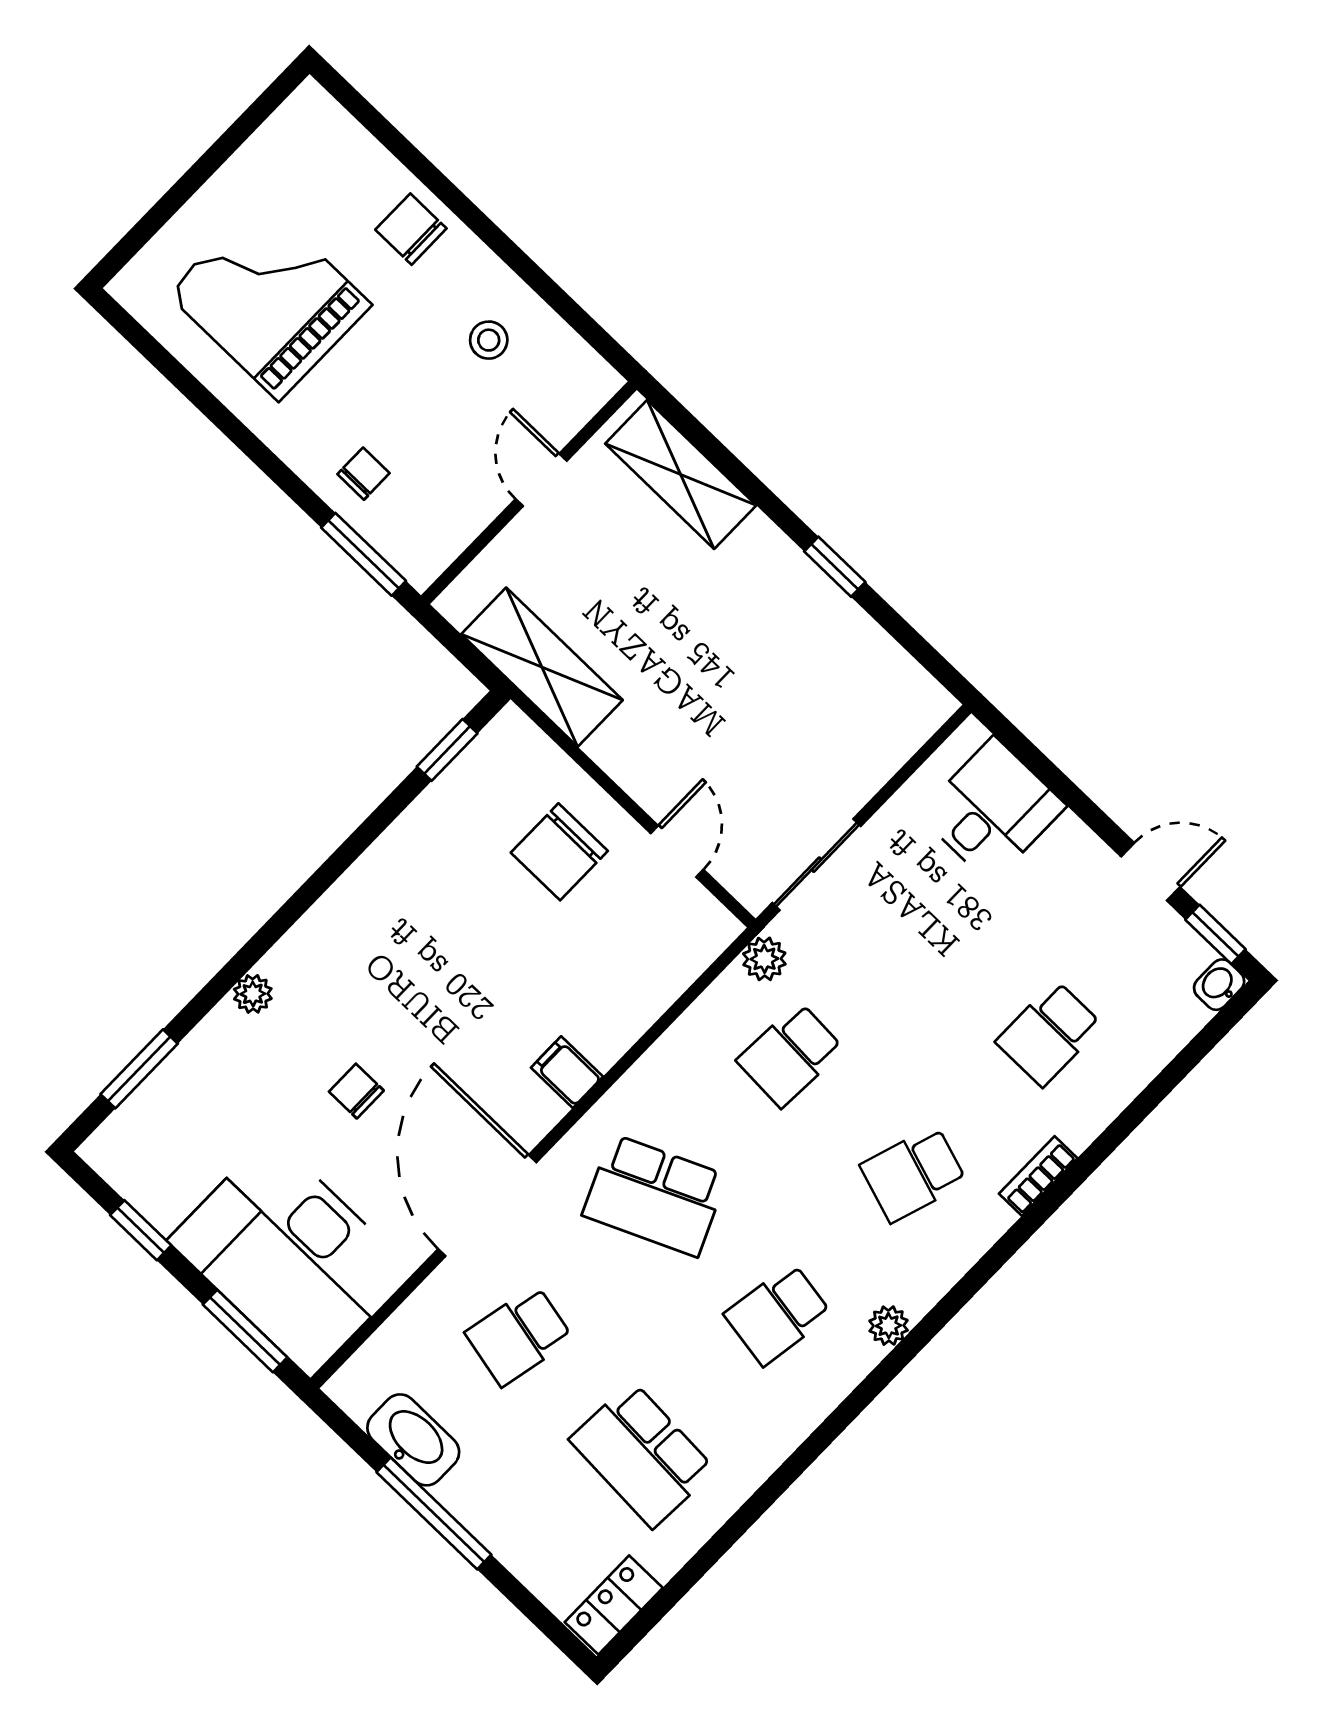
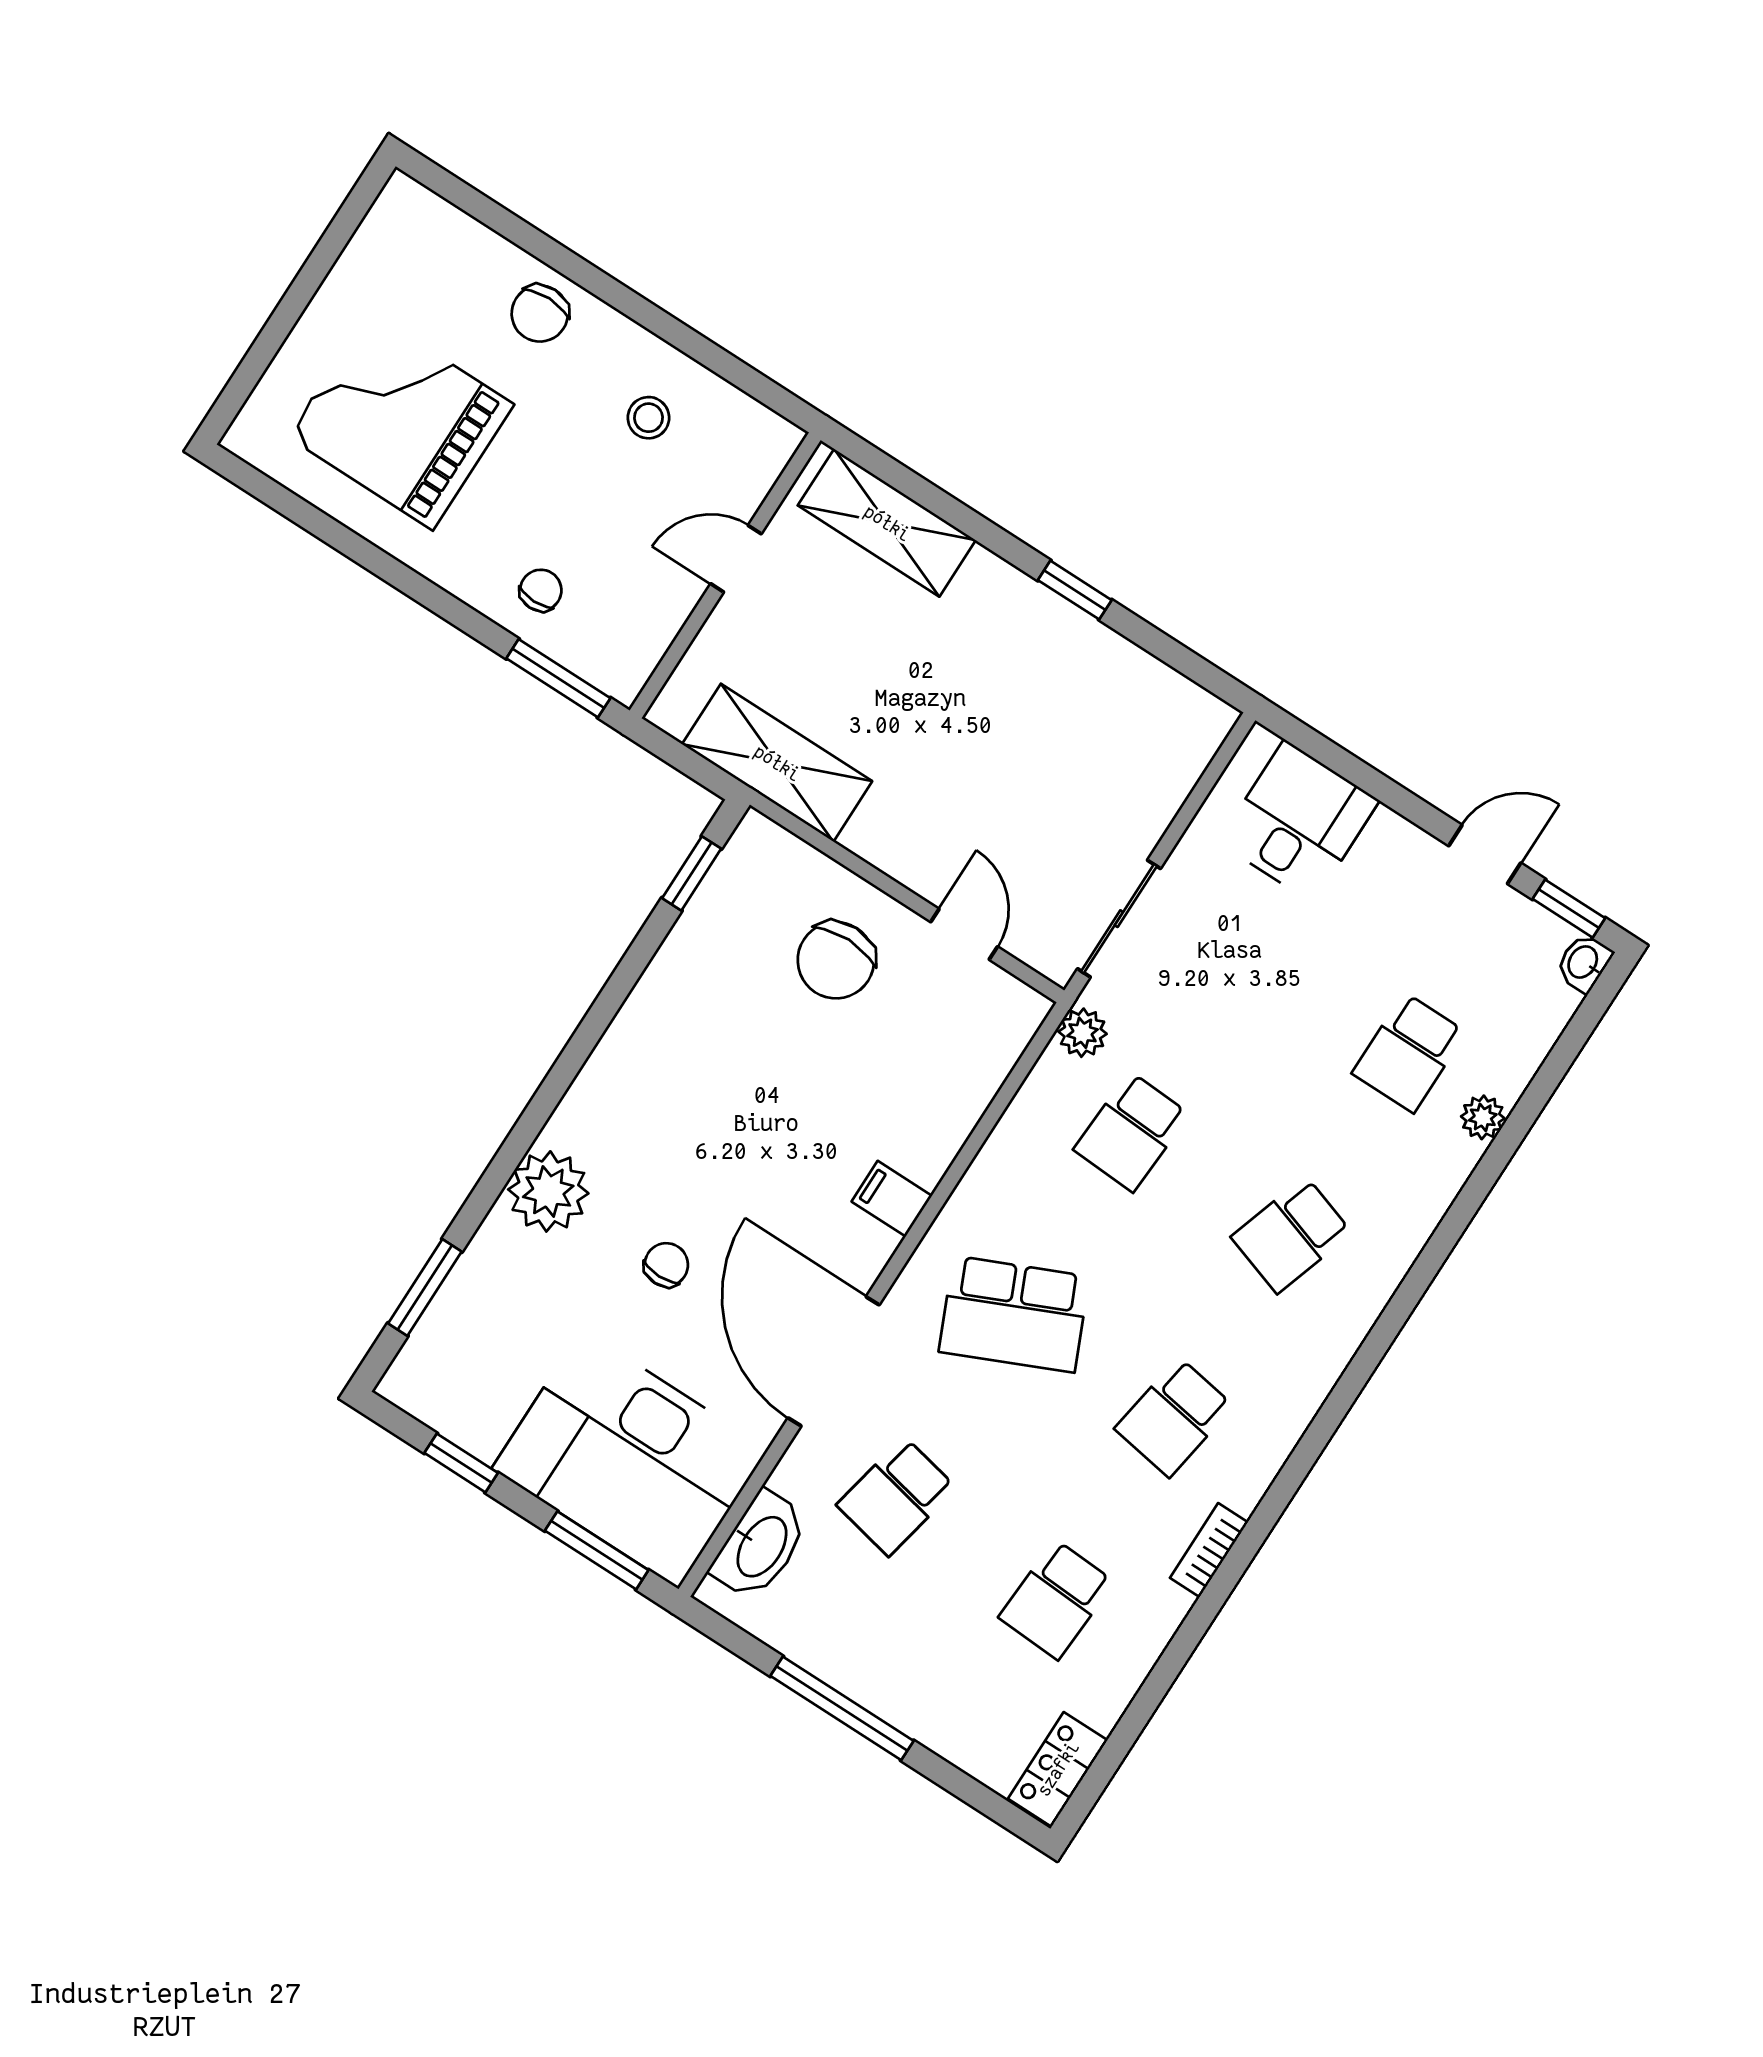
chair: (411, 229) -> (540, 314), turned -90
door: (541, 480) -> (736, 559), hinge flipped
plant: (253, 994) -> (548, 1191), width x1.87, depth x1.87
chair: (356, 1091) -> (666, 1265), turned 90
bookcase: (1038, 1176) -> (1209, 1550), moved
plant: (889, 1326) -> (1483, 1117), moved
washbasin: (413, 1440) -> (760, 1546), moved, turned 90
school desk: (642, 1455) -> (1056, 1600), width x0.54

